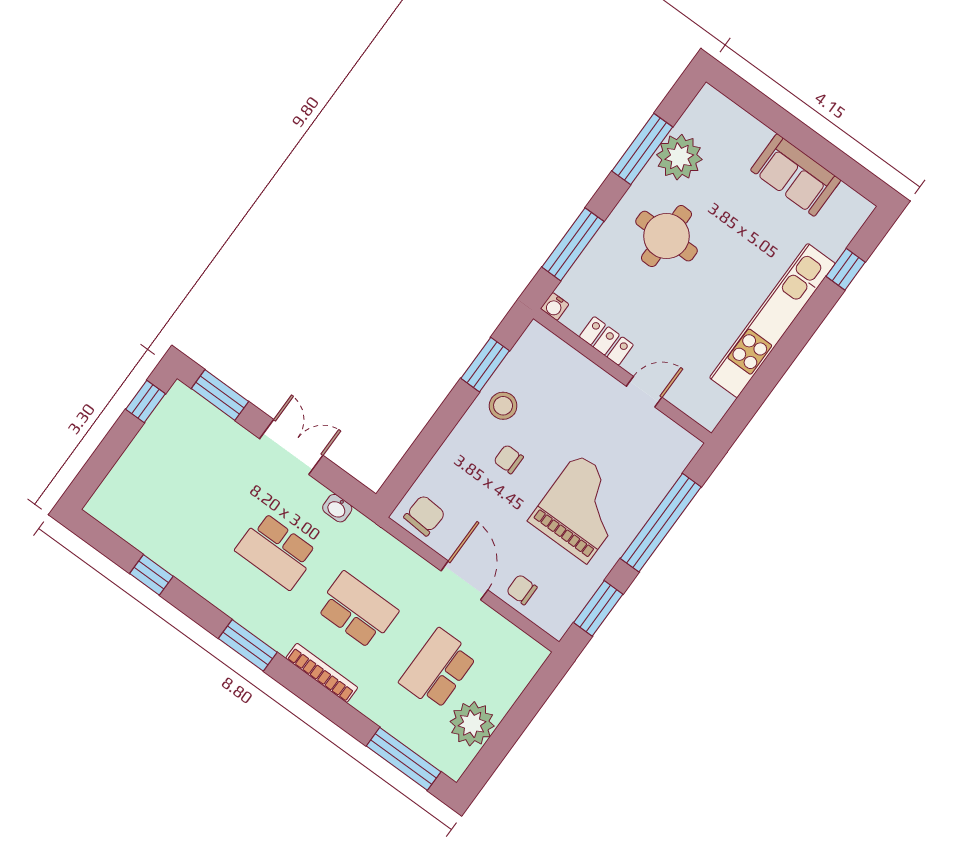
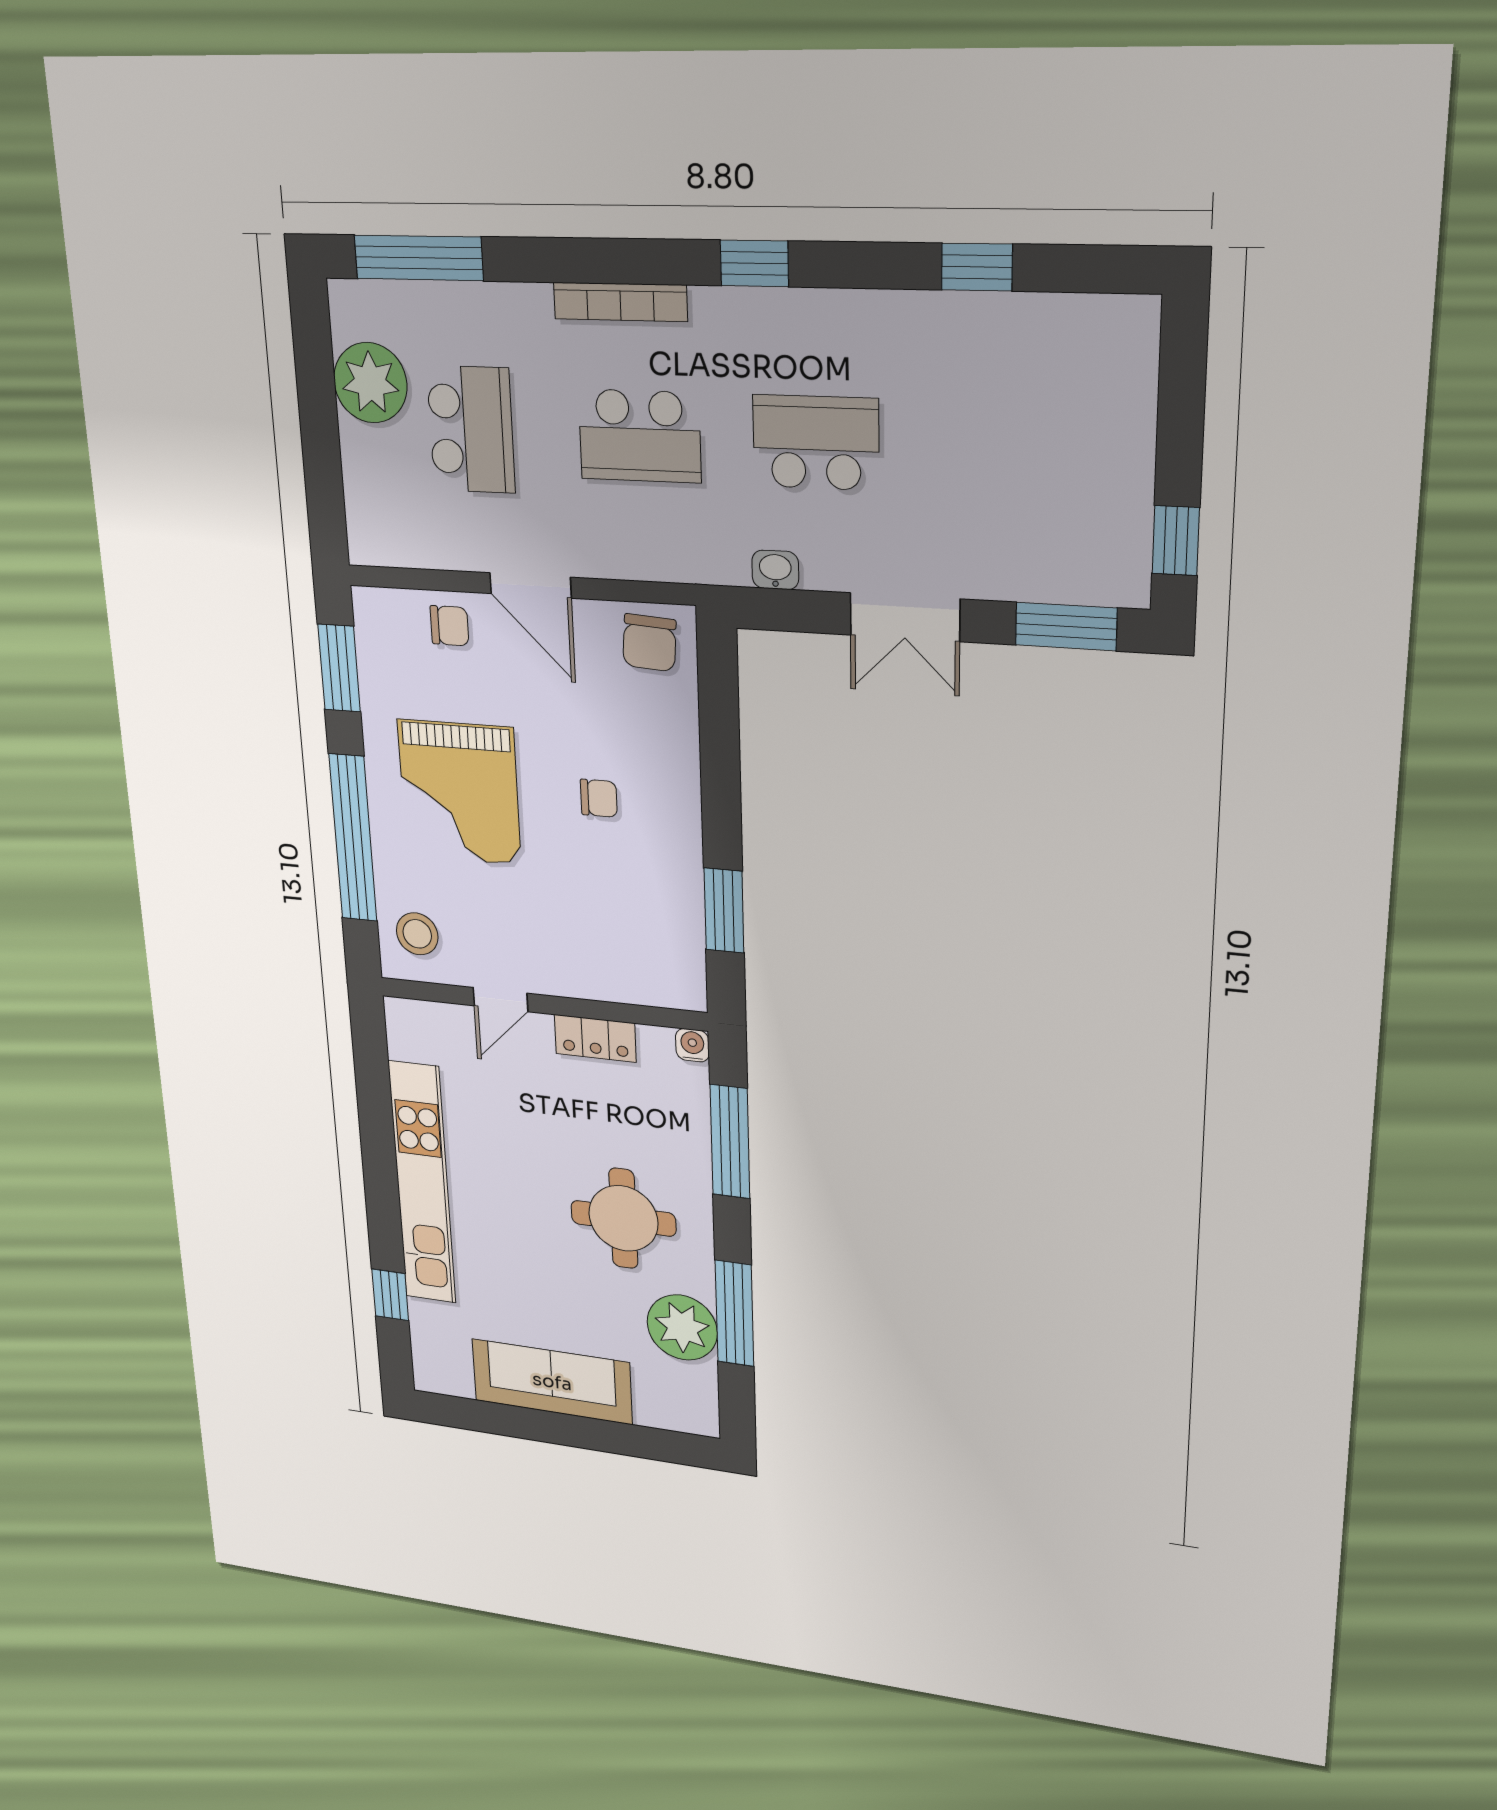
sofa: (796, 175) -> (552, 1382), width x1.36
stool: (503, 406) -> (417, 934), moved
window: (248, 645) -> (754, 263), width x0.67

